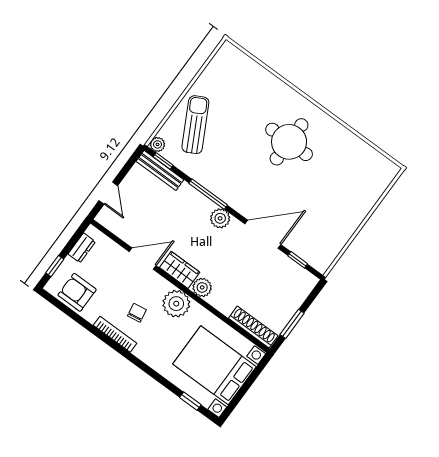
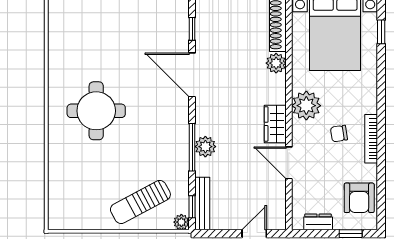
plant: (220, 218) -> (205, 147), moved
plant: (202, 287) -> (276, 63), moved

